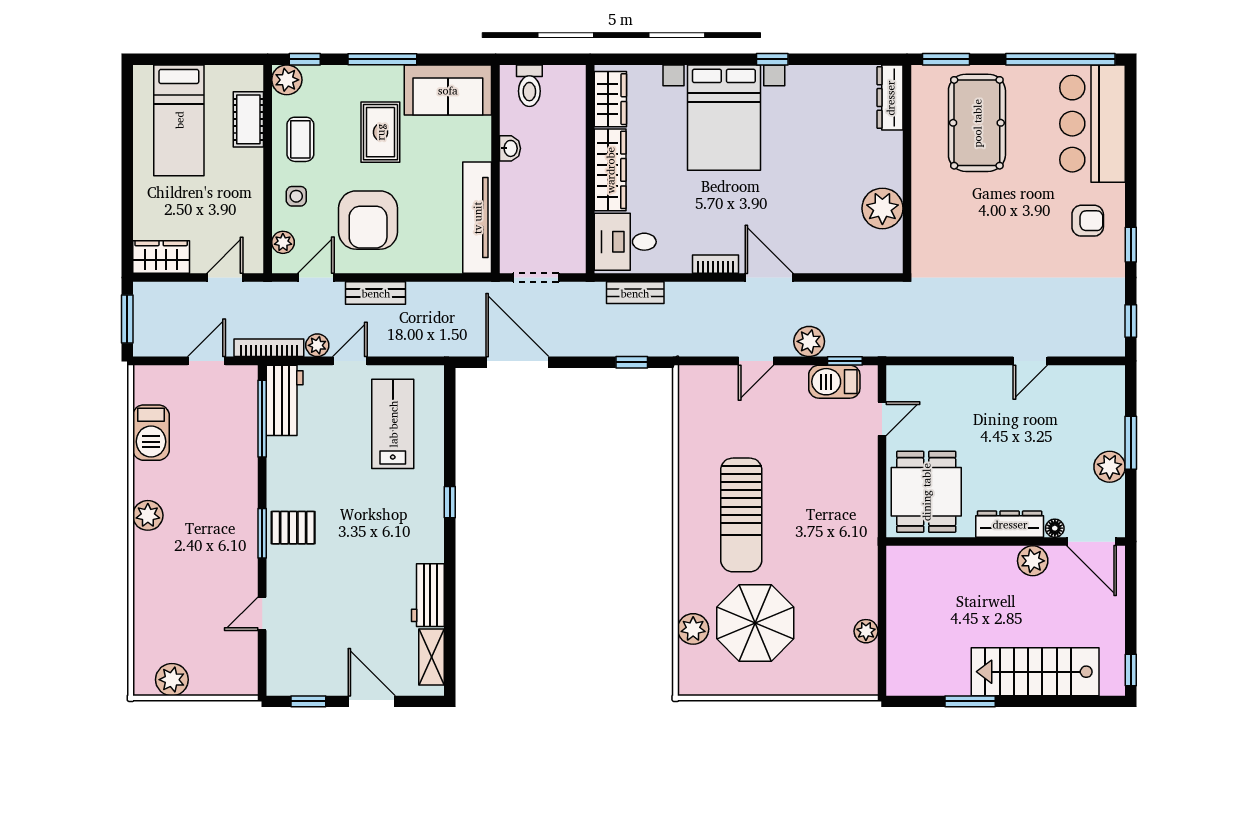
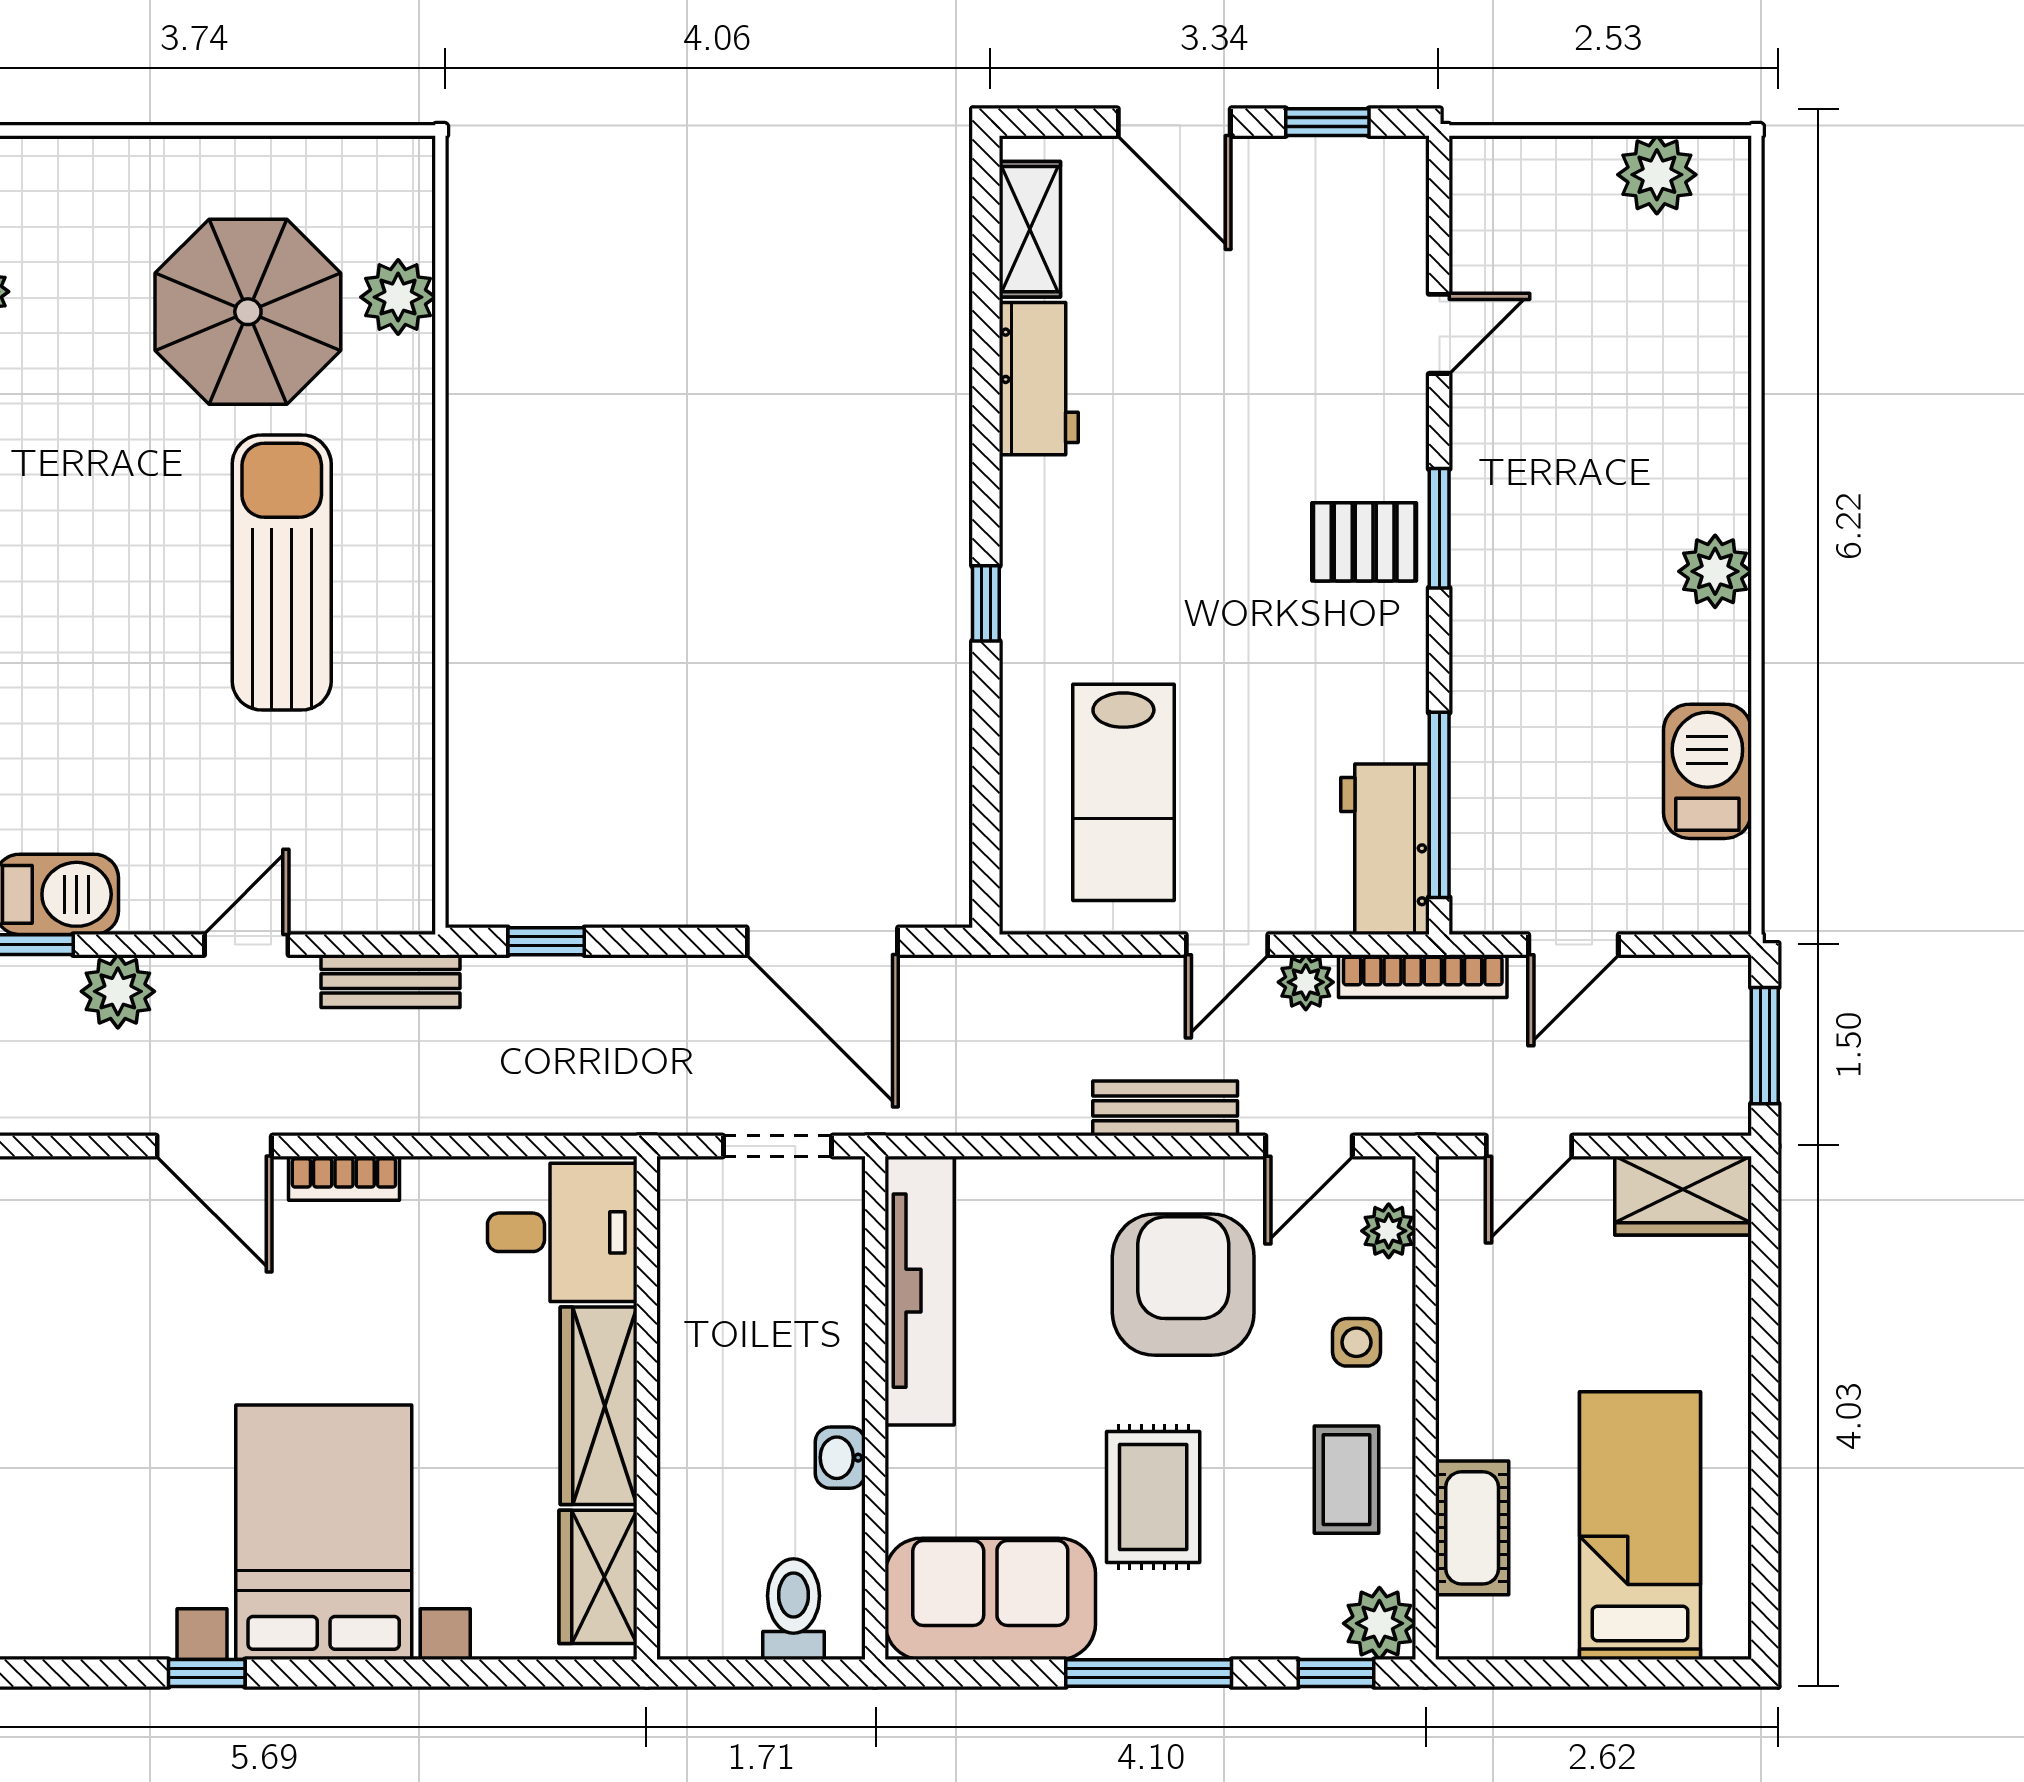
bench: (635, 293) -> (391, 981), moved

